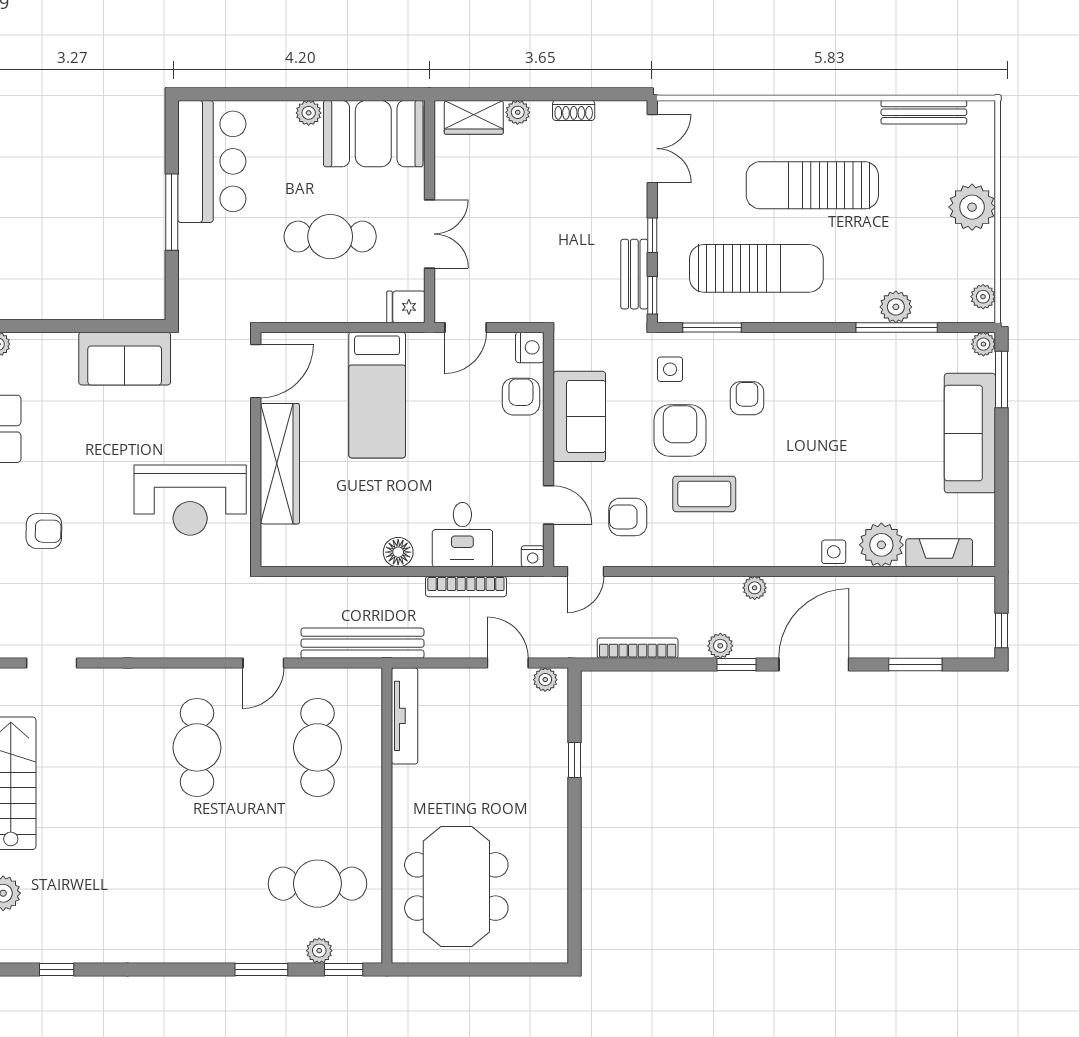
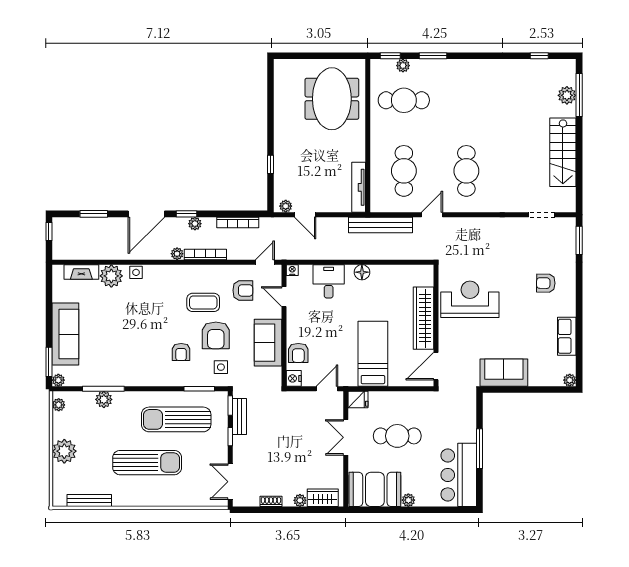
bookcase: (466, 586) -> (205, 254), moved

